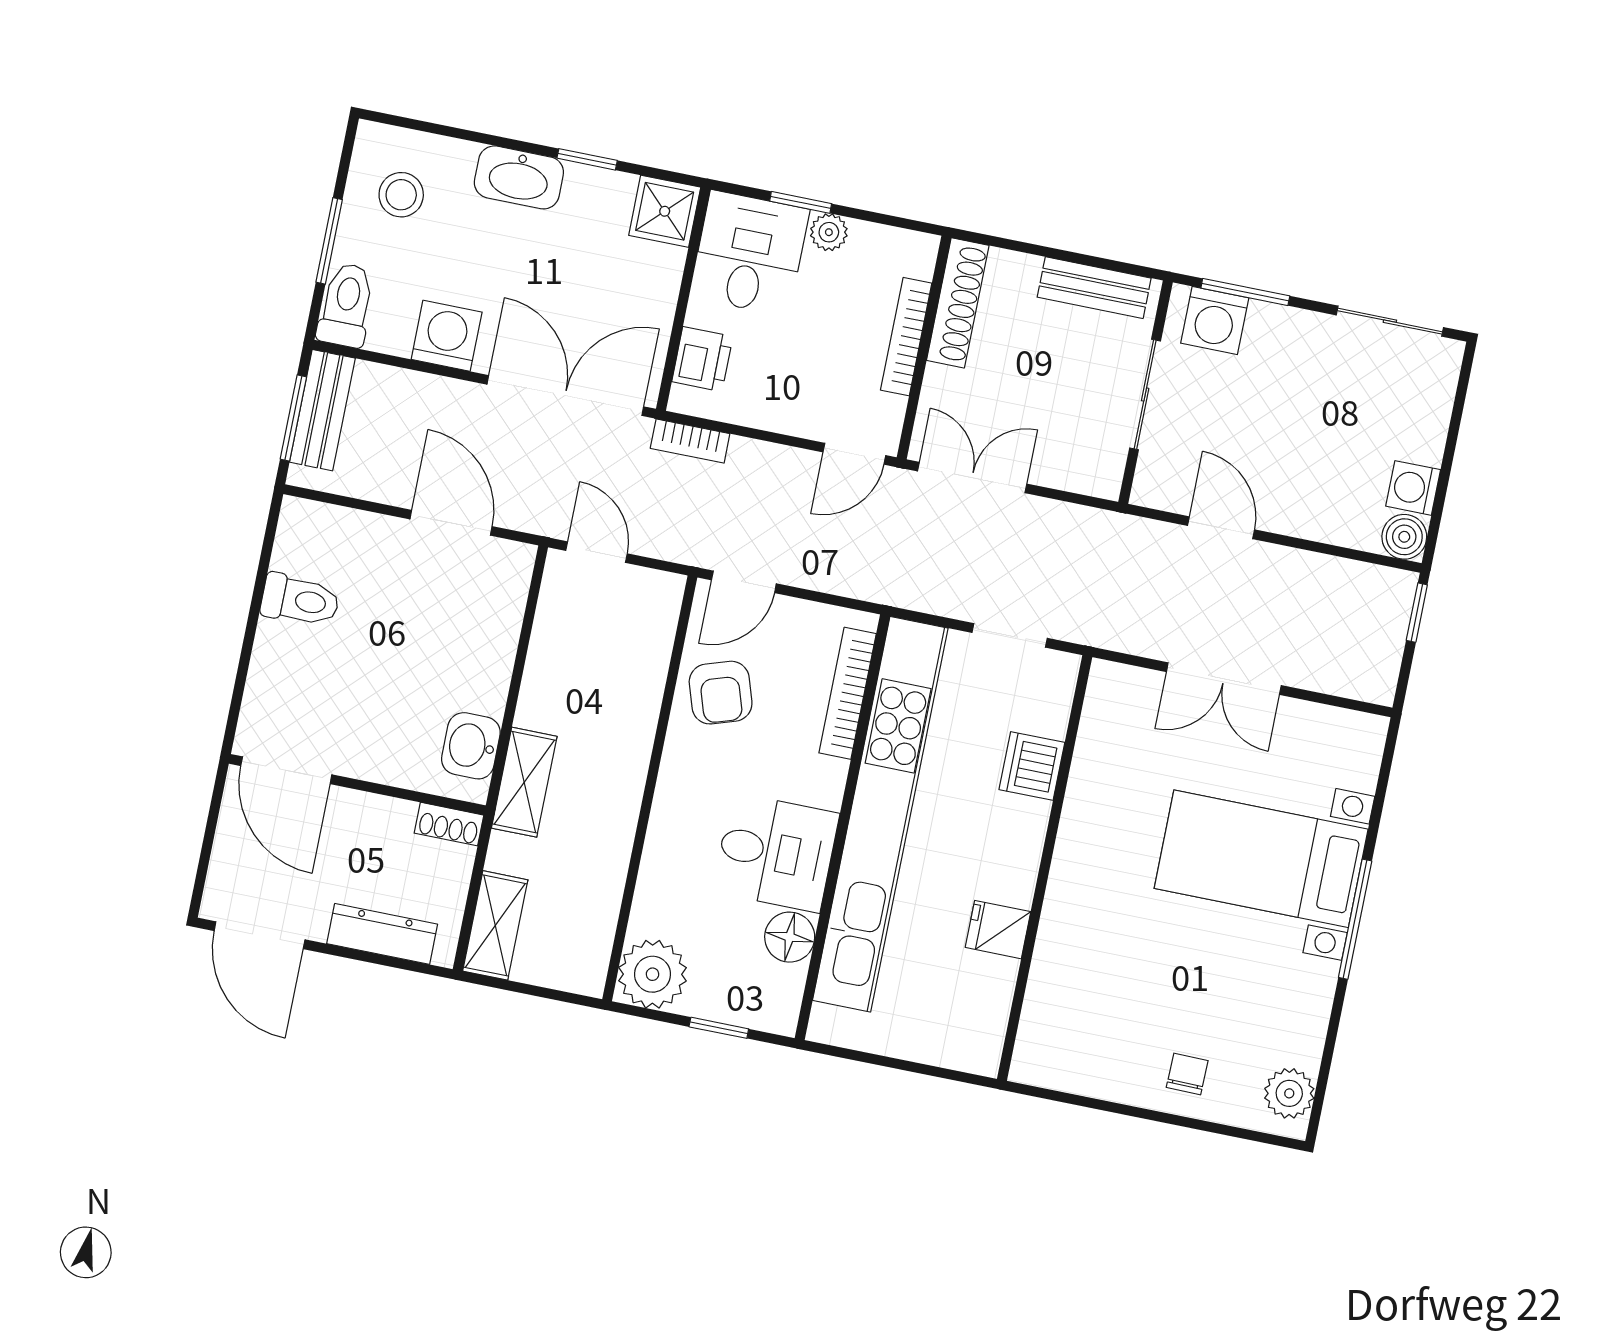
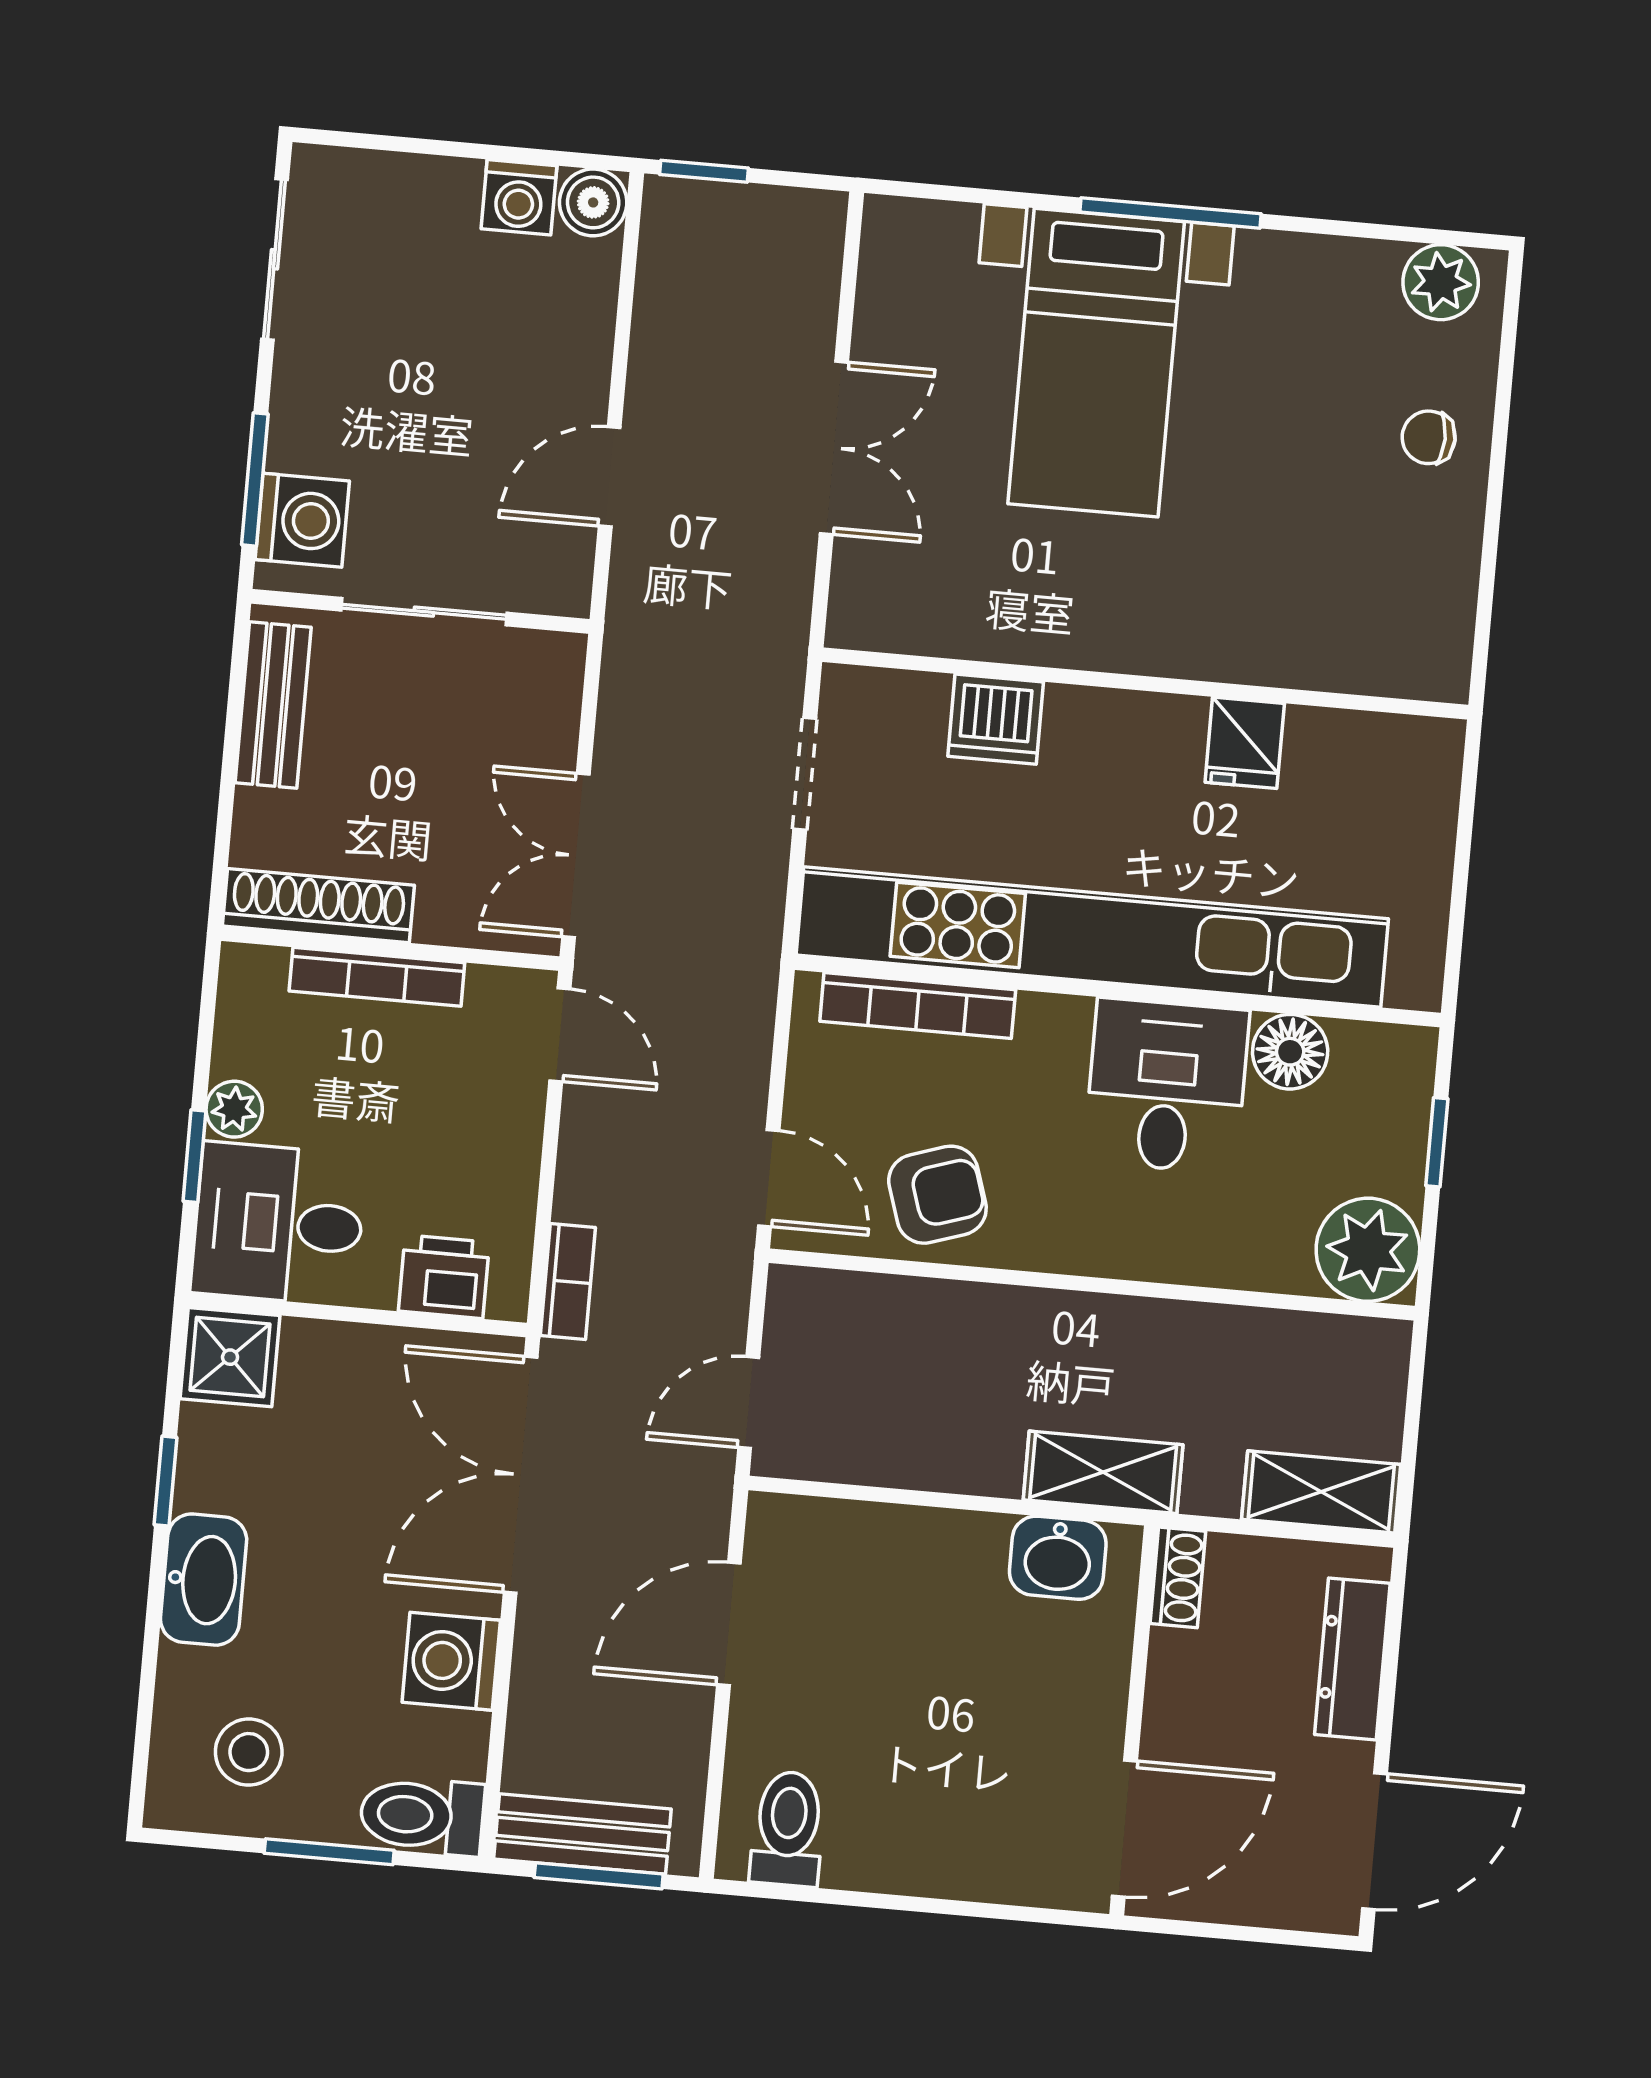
toilet: (300, 600) -> (788, 1829), moved

